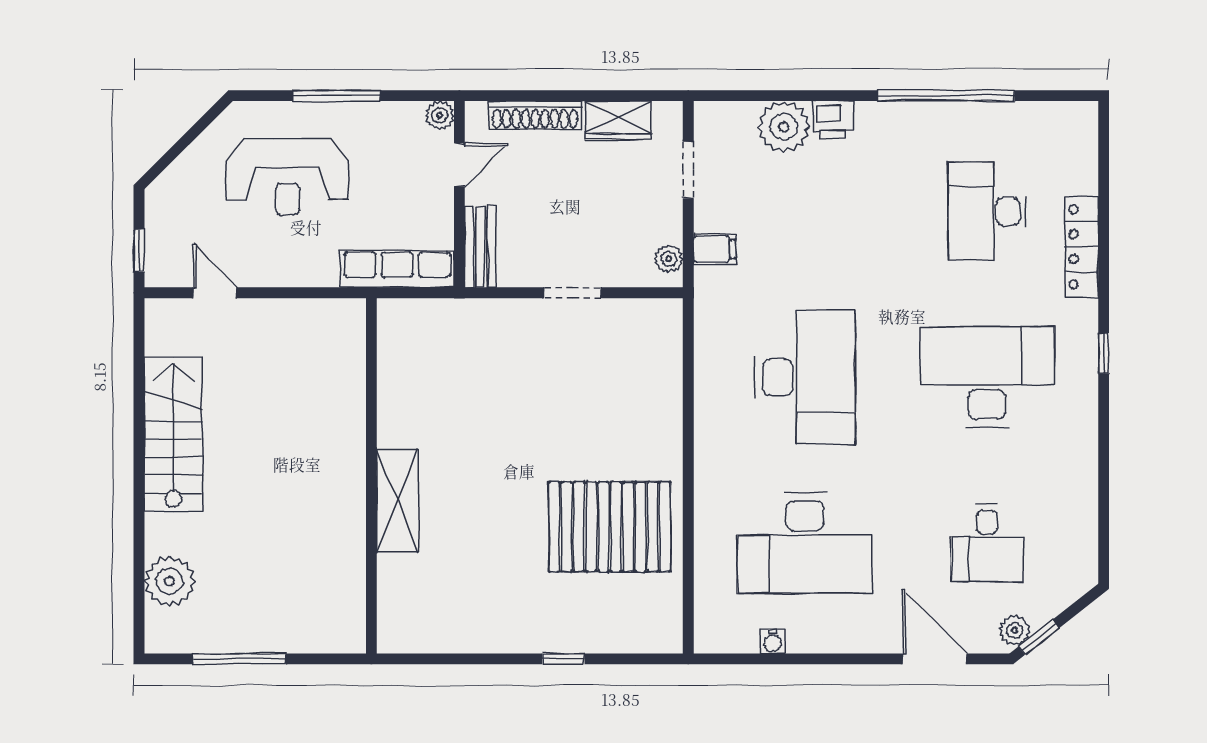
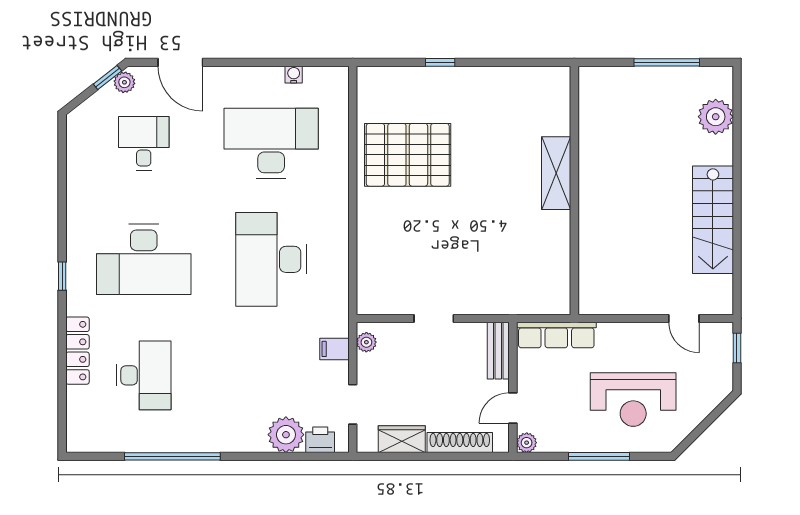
printer: (833, 119) -> (320, 440), moved
reception desk: (287, 177) -> (633, 400), turned 180

